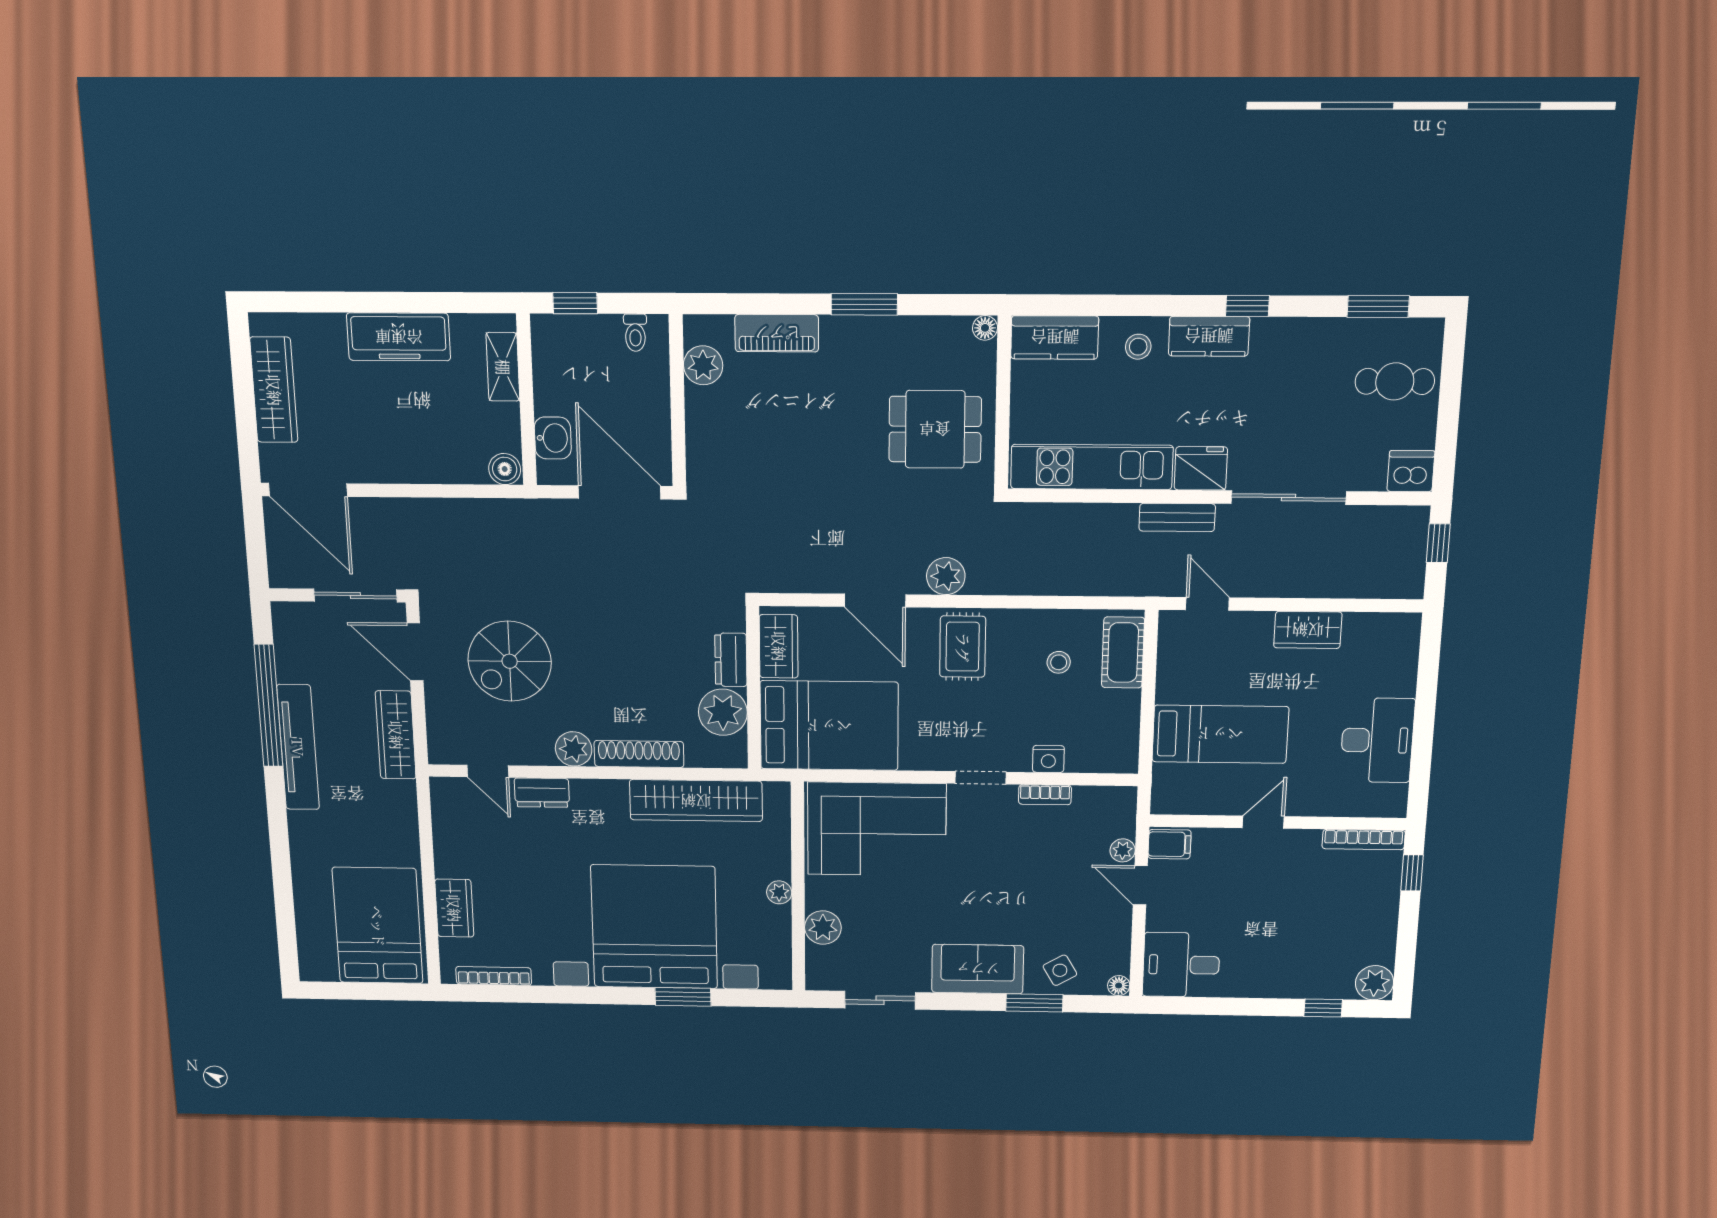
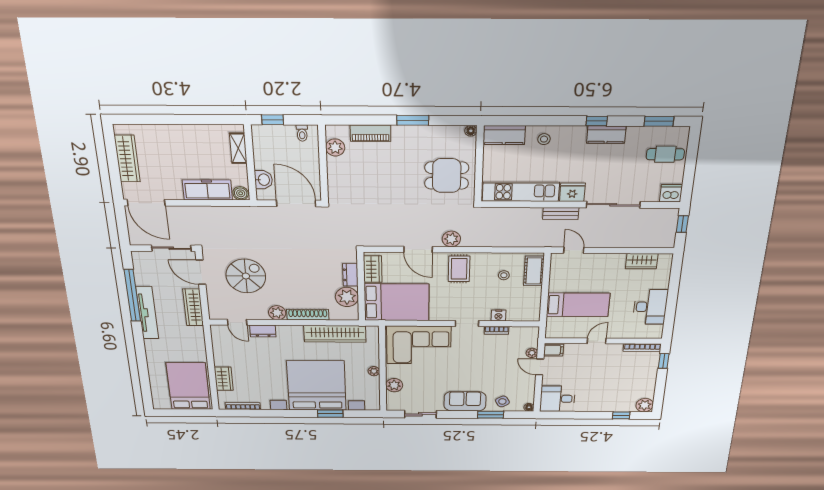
kitchen counter: (1209, 336) -> (606, 135), moved
freezer: (399, 337) -> (207, 190), moved, turned 180
wardrobe: (1308, 630) -> (642, 261), moved
spiral stairs: (510, 661) -> (246, 276), turned 180

